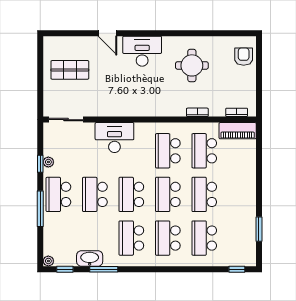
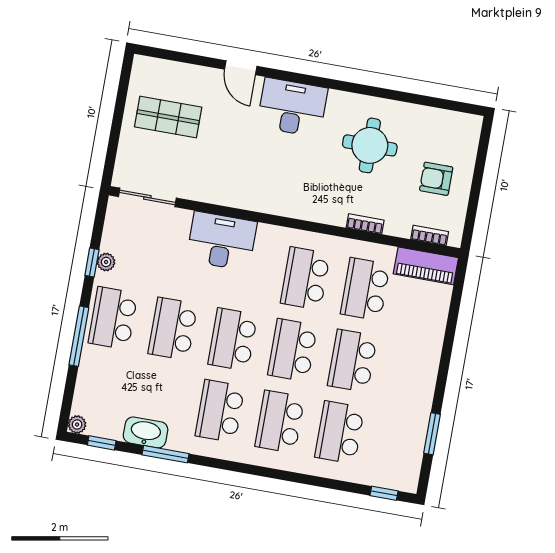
armchair: (244, 57) -> (436, 179), moved, turned -90

